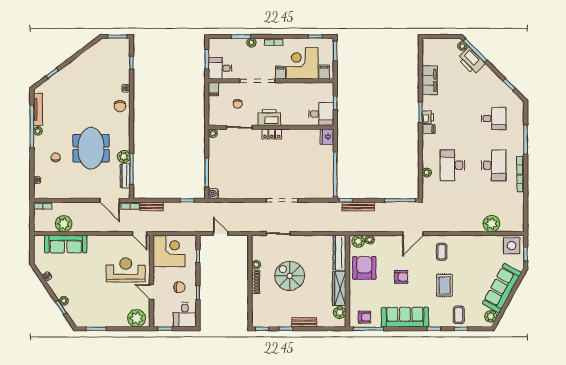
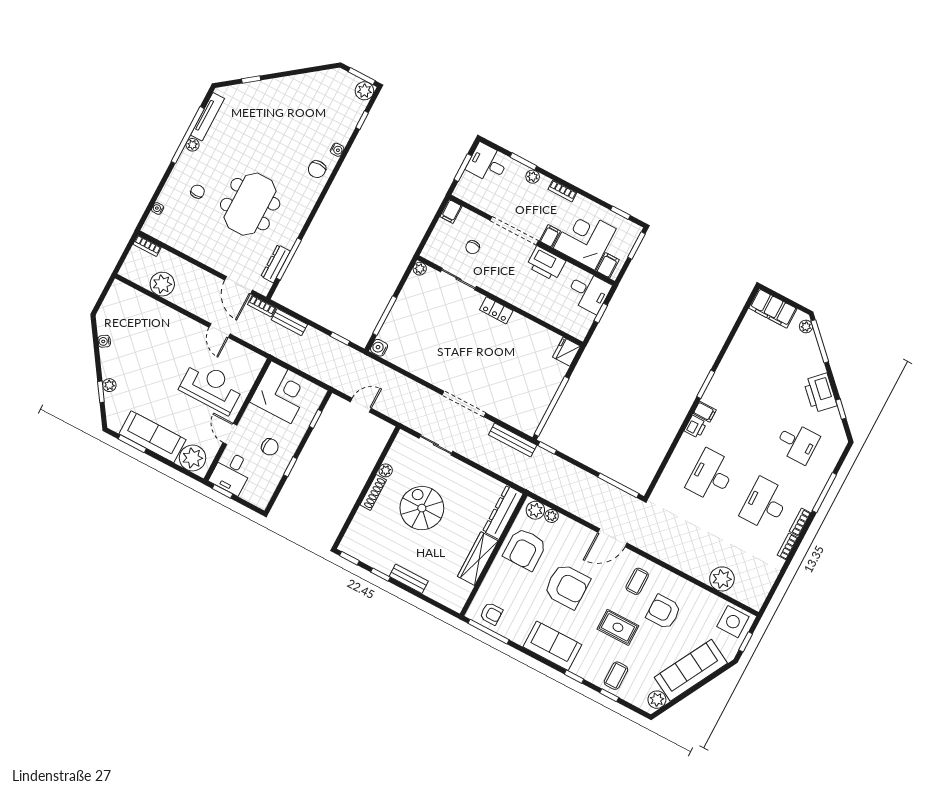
printer: (471, 61) -> (820, 393), moved
desk: (220, 68) -> (487, 163), moved
filing cabinet: (430, 80) -> (773, 308), moved, turned 90
desk: (321, 114) -> (589, 292), moved
printer: (428, 117) -> (696, 427), moved
printer: (269, 118) -> (546, 264), moved, turned 180
plant: (124, 157) -> (364, 91), moved
desk: (494, 165) -> (765, 504), turned 180
plant: (427, 173) -> (672, 467), removed
bench: (358, 207) -> (513, 440), moved
door: (140, 234) -> (220, 331), moved
door: (221, 234) -> (361, 405), hinge flipped
sofa: (66, 244) -> (152, 437), moved, turned 180
armchair: (467, 262) -> (664, 612), added
armchair: (364, 268) -> (525, 549), turned 180
armchair: (401, 277) -> (567, 586), width x1.88, depth x1.88
rug: (445, 285) -> (618, 627), turned 90
plant: (340, 313) -> (462, 591), removed
desk: (185, 315) -> (231, 473), moved
sofa: (405, 317) -> (552, 646), width x0.73

